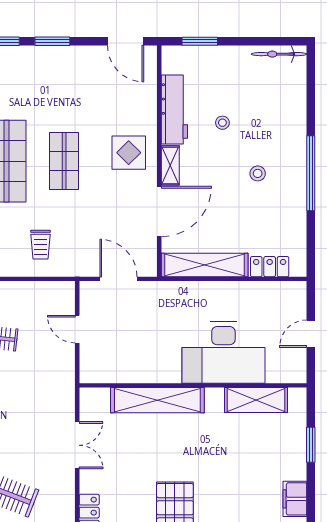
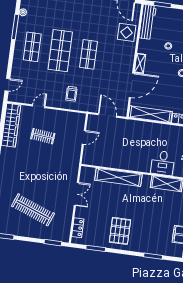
workbench: (174, 109) -> (148, 22), moved
display table: (129, 153) -> (127, 32), moved
door: (77, 329) -> (84, 137), swing flipped
desk: (223, 352) -> (163, 163), width x0.53, depth x0.77

